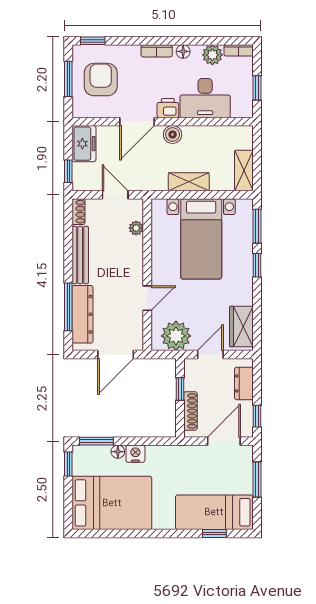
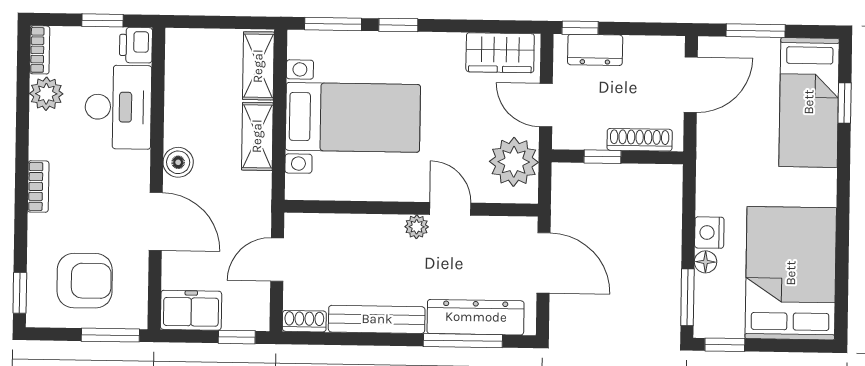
floor lamp: (183, 51) -> (40, 142), removed
window: (68, 79) -> (110, 335), moved
armchair: (101, 80) -> (85, 281), turned 180
printer: (168, 108) -> (136, 45), moved
shelving: (244, 170) -> (258, 66), moved, turned 90
plant: (136, 228) -> (417, 227), moved
window: (257, 416) -> (580, 28), moved
door: (224, 441) -> (691, 85), swing flipped

